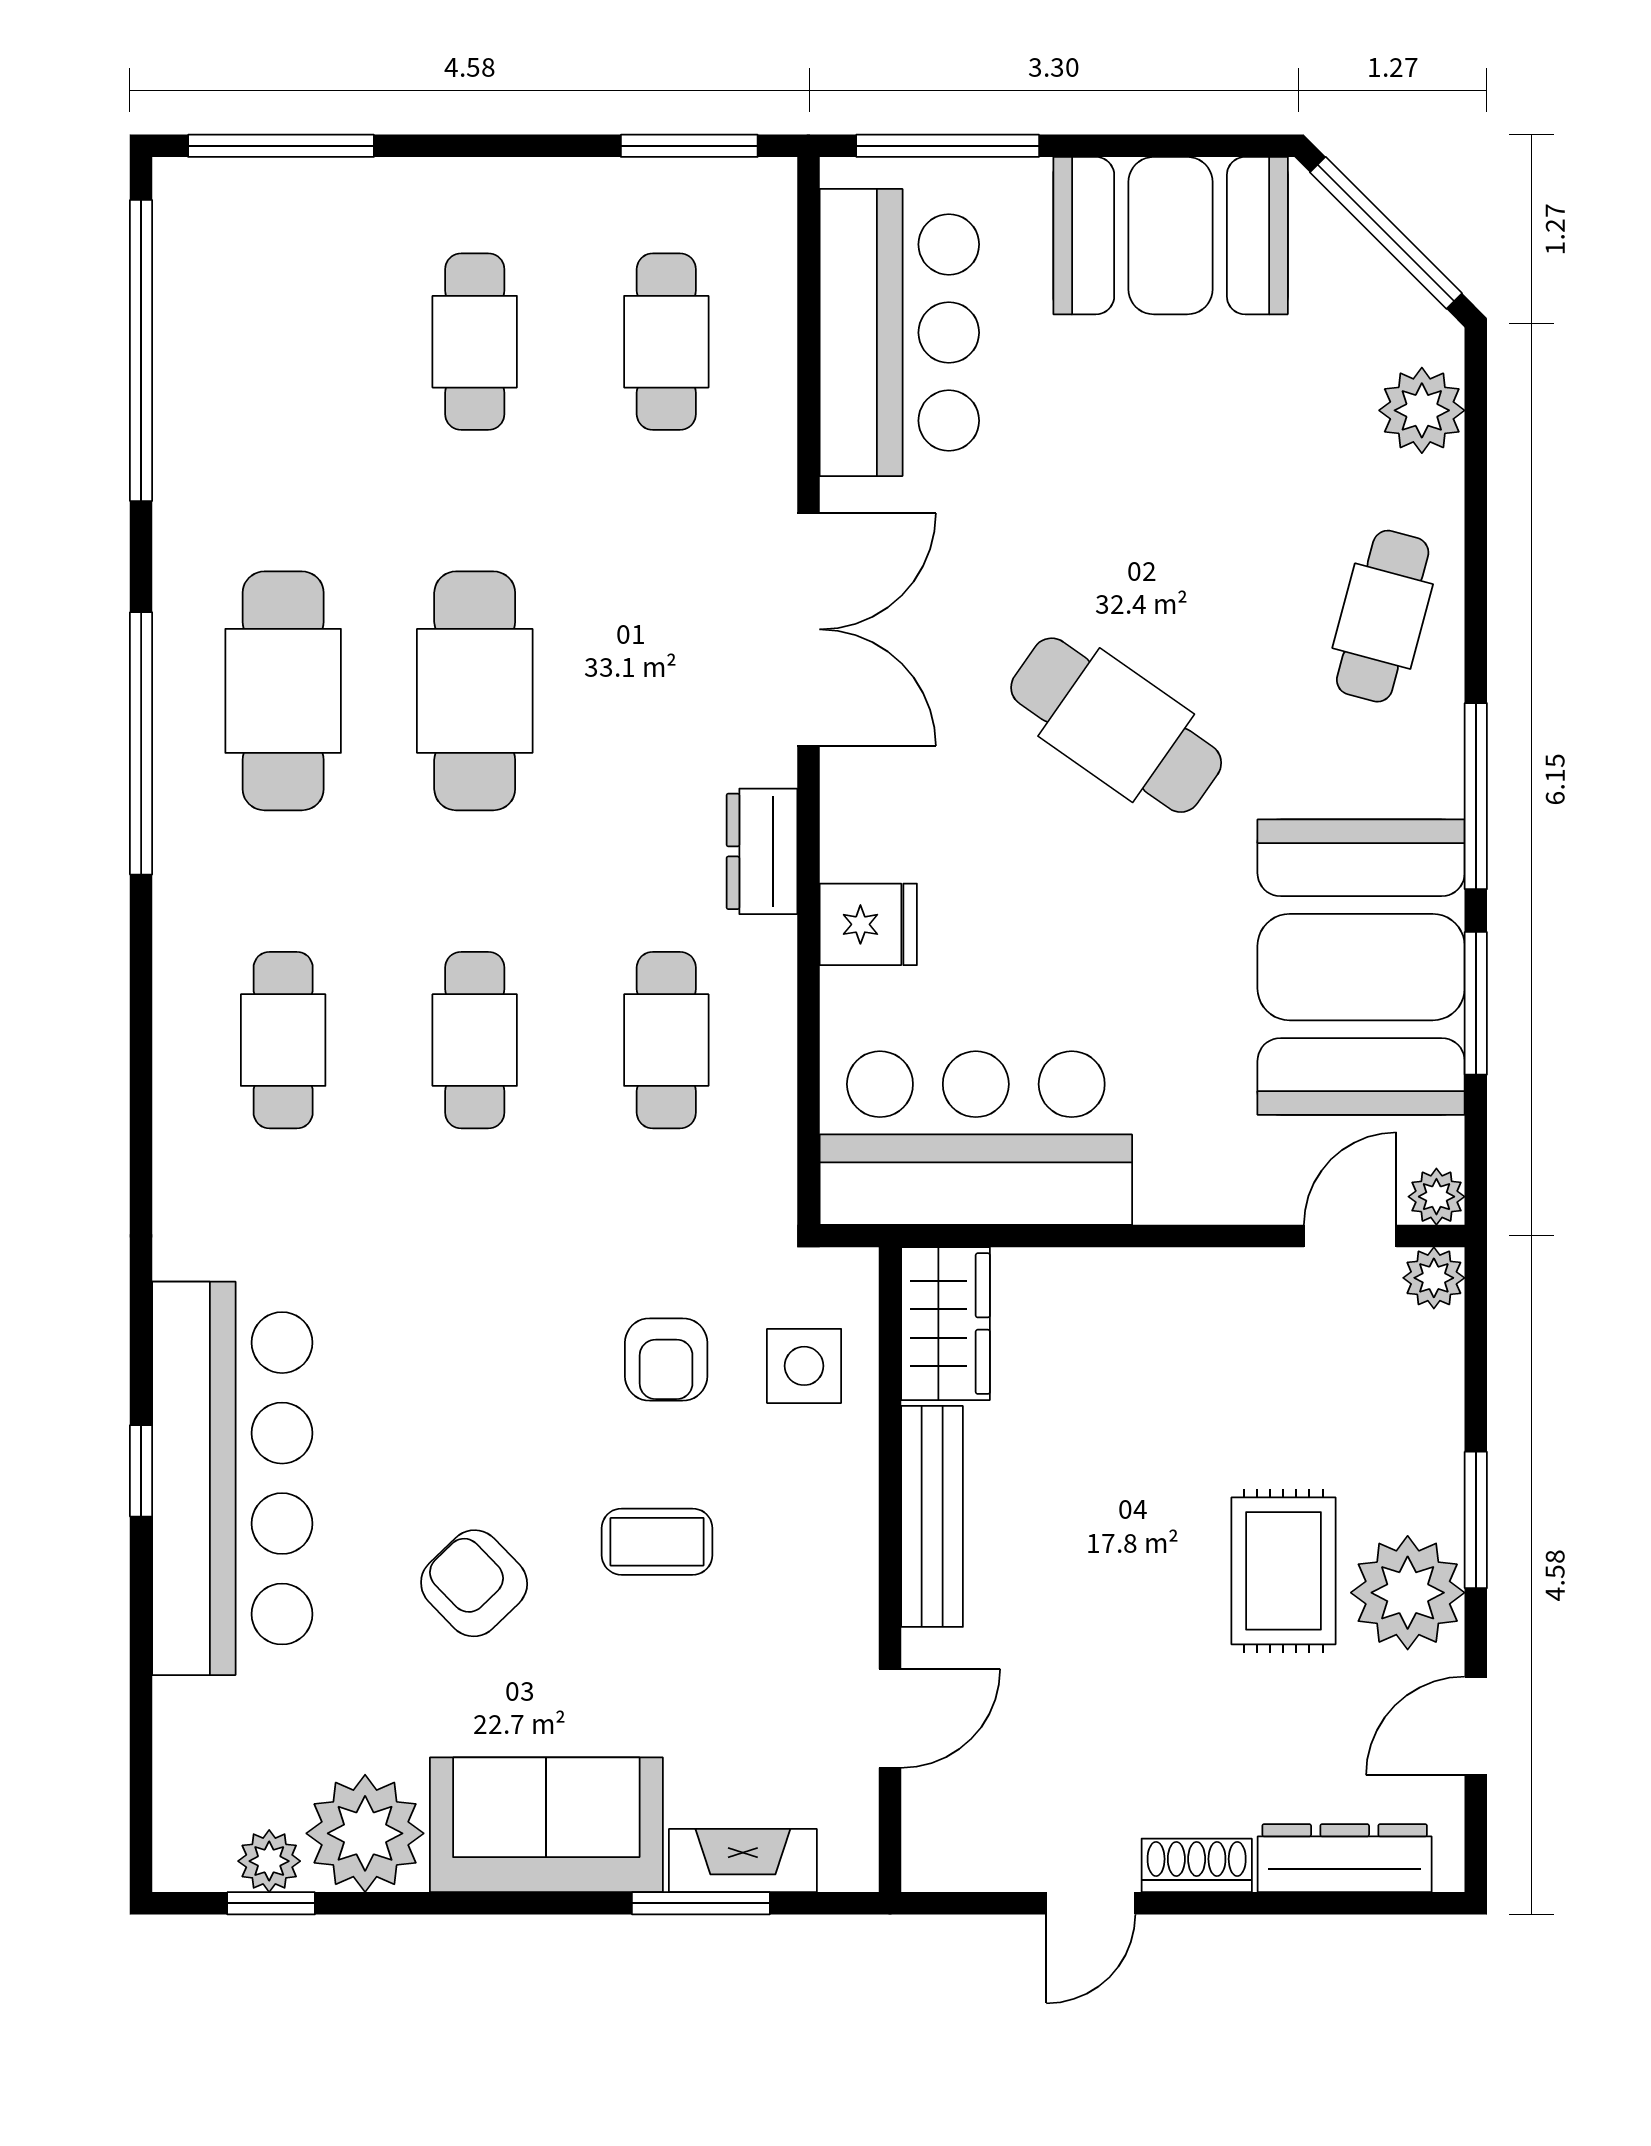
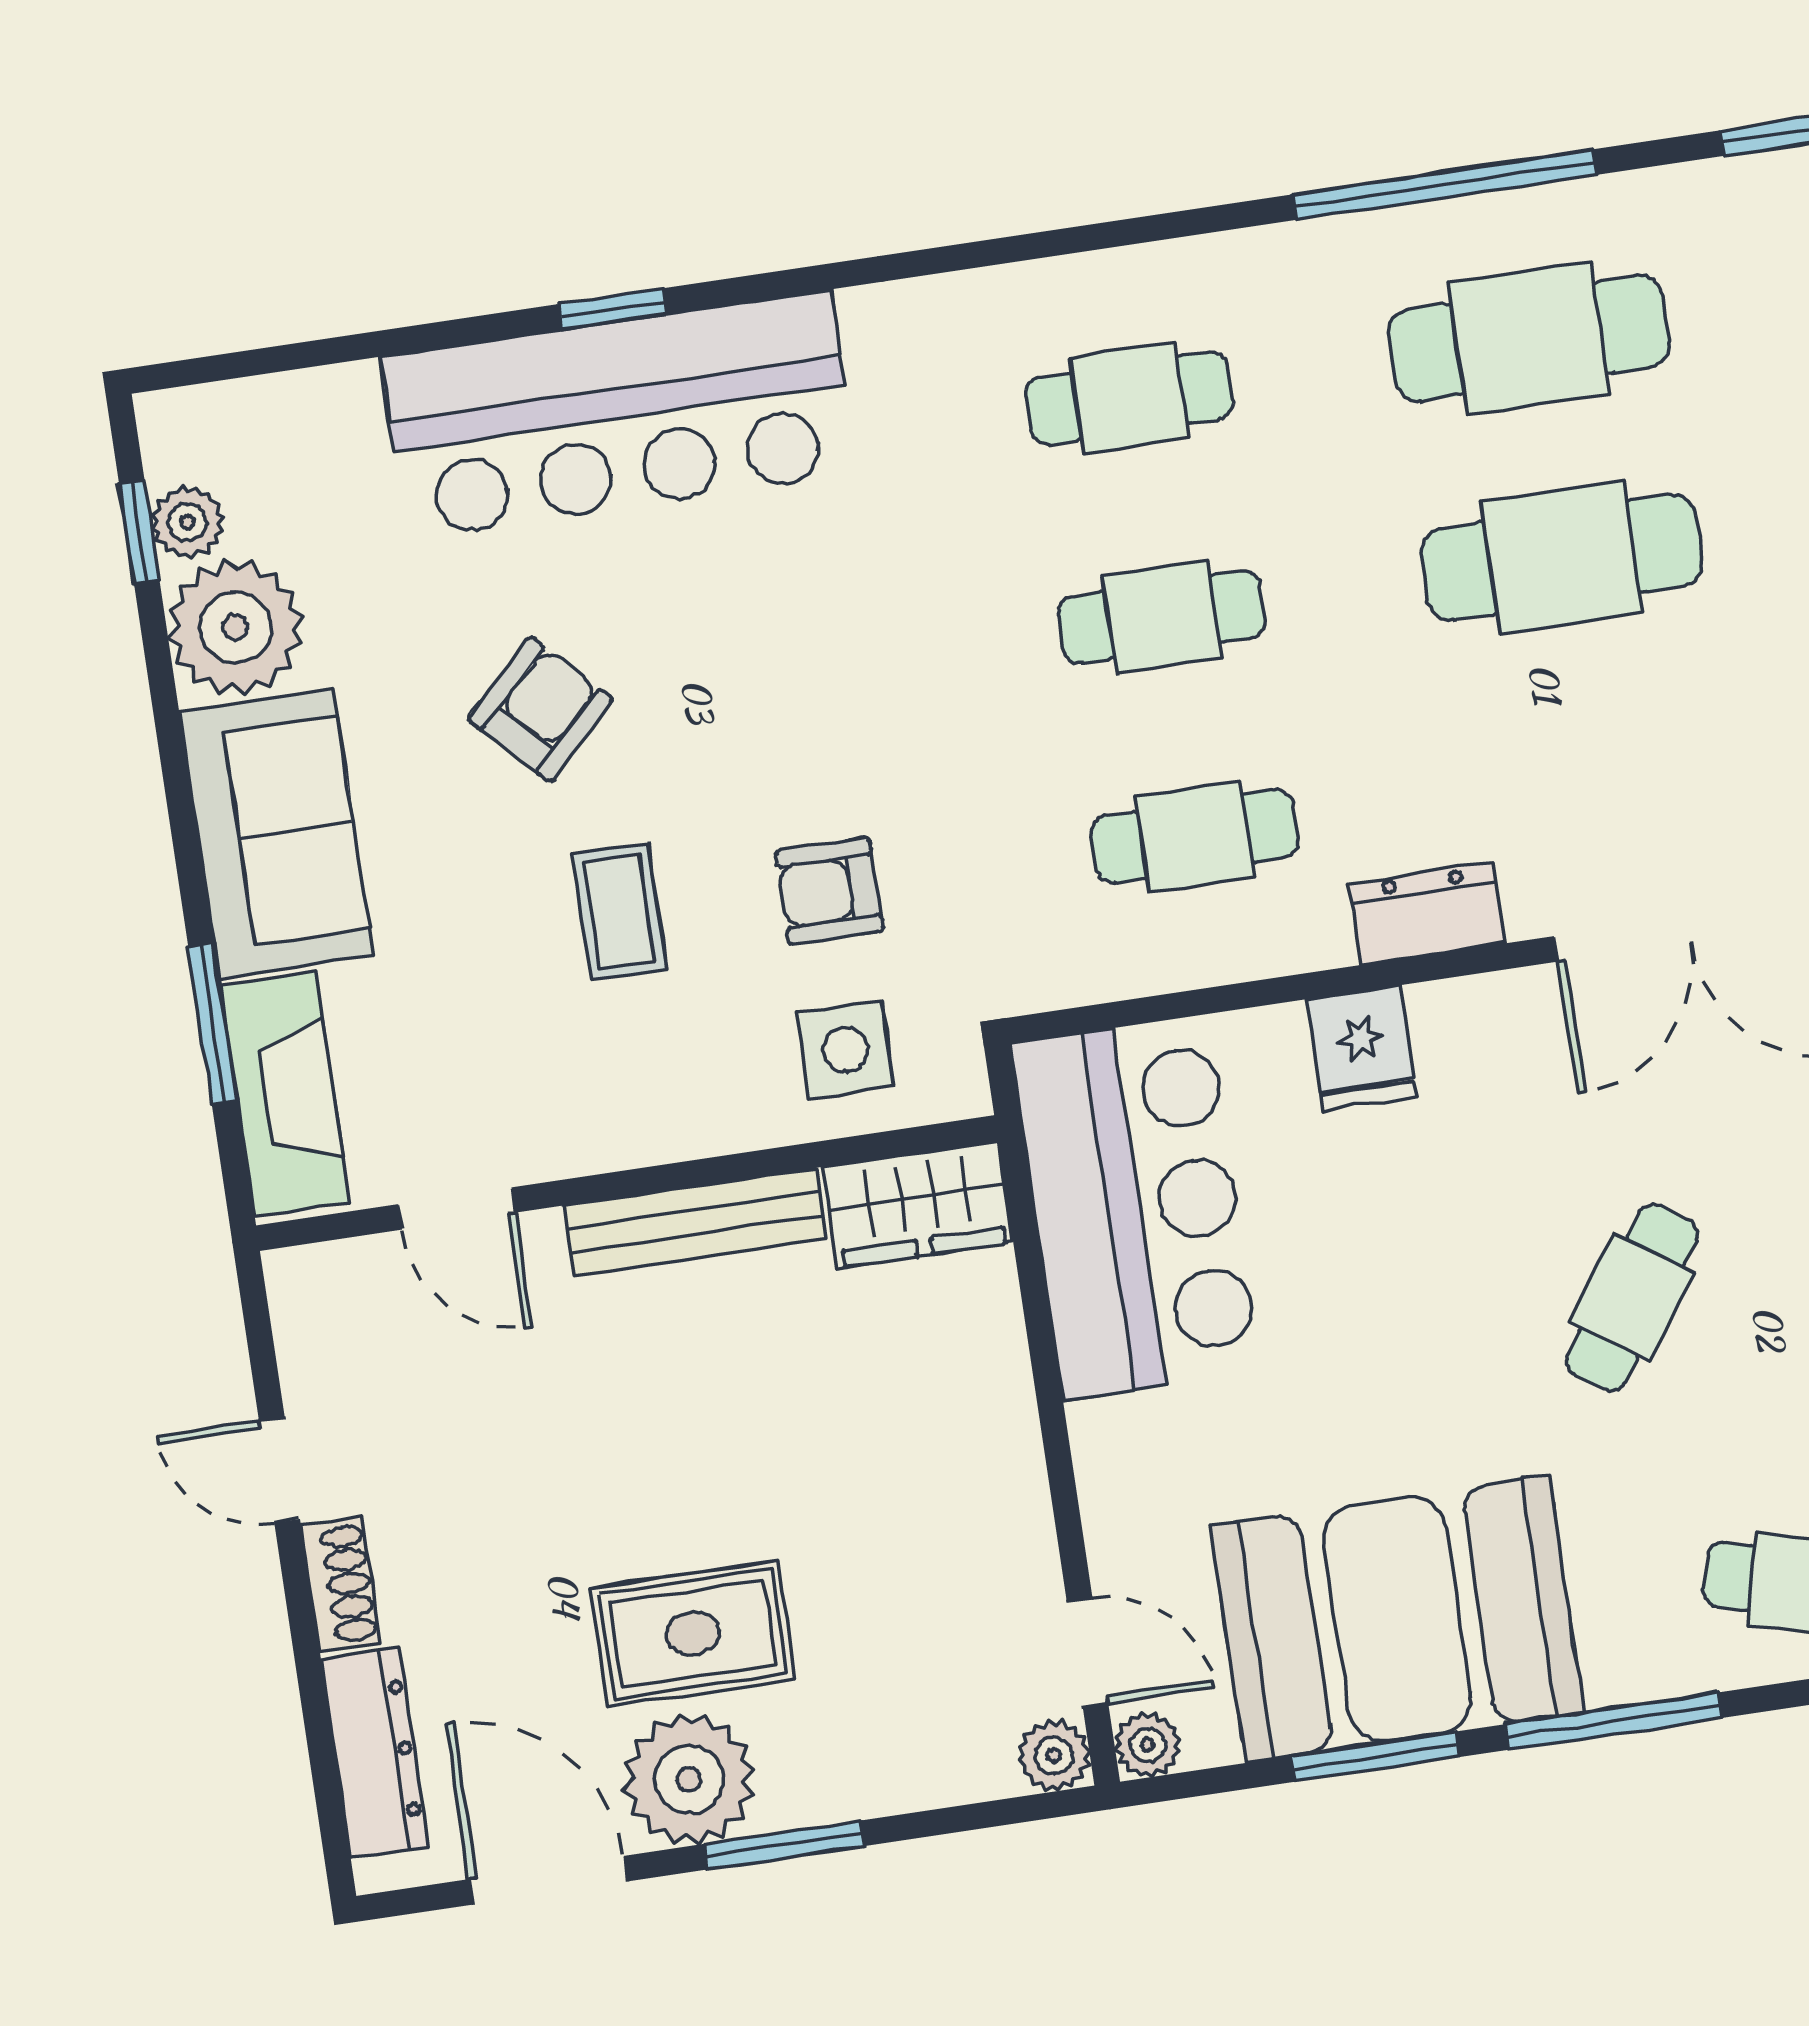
cafe table: (1116, 725) -> (1632, 1297), width x0.73, depth x0.74
door: (1476, 1726) -> (548, 1880), width x1.37
fireplace: (743, 1861) -> (285, 1094), width x1.37, depth x1.32

